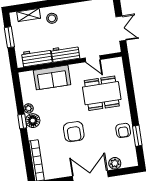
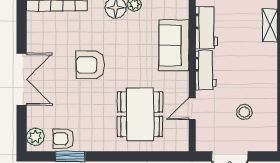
stool: (52, 18) -> (244, 112), moved
armchair: (123, 130) -> (63, 139), moved
plant: (115, 163) -> (35, 137), moved

